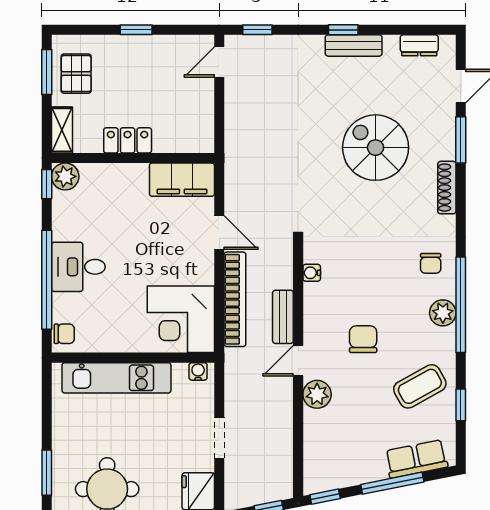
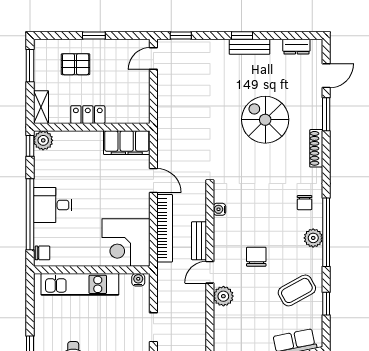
pallet: (76, 74) -> (76, 64), moved, turned 90

